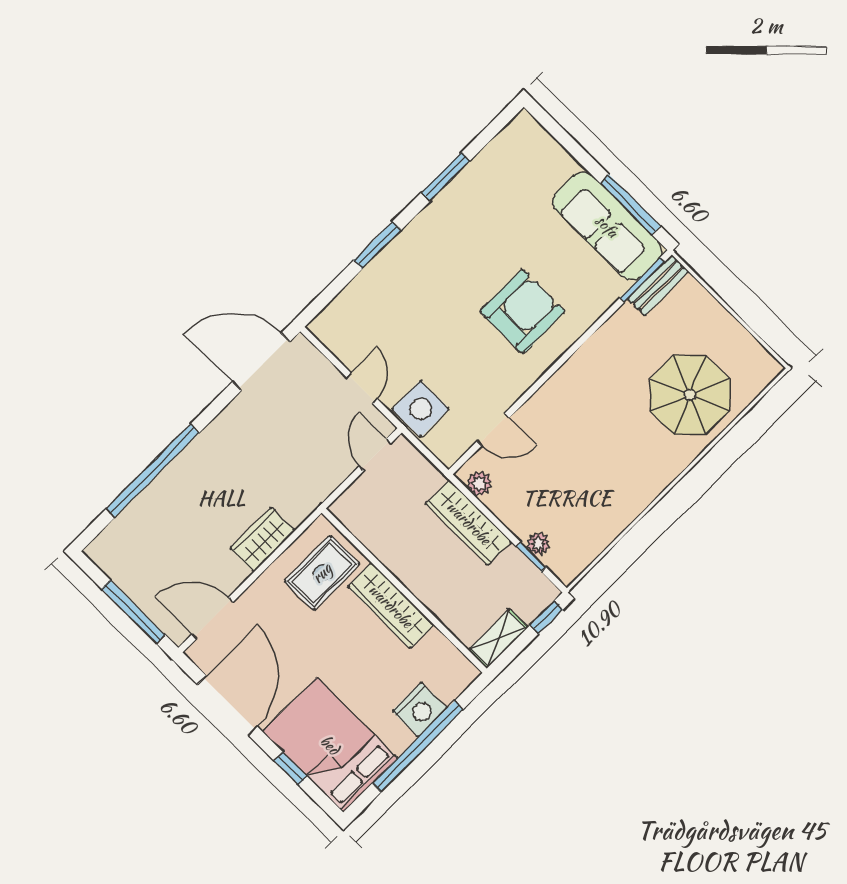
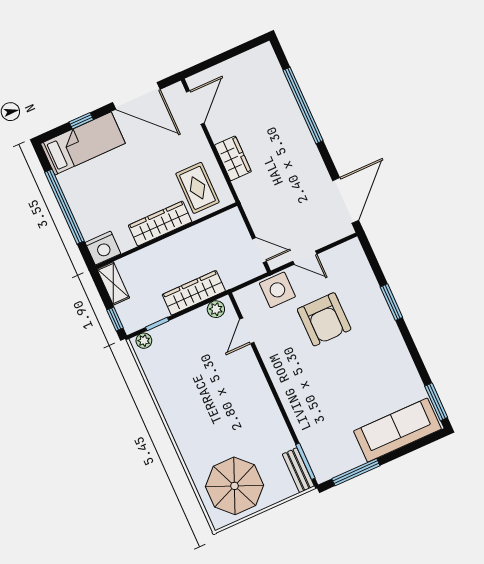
window: (446, 177) -> (436, 402), moved
sofa: (607, 226) -> (397, 430), moved
armchair: (522, 311) -> (324, 319), moved
parasol: (690, 395) -> (235, 486), moved
plant: (538, 544) -> (144, 341), moved
window: (133, 612) -> (218, 59), removed
nightstand: (420, 710) -> (103, 248), moved, turned -90
bed: (330, 745) -> (83, 143), width x0.67

